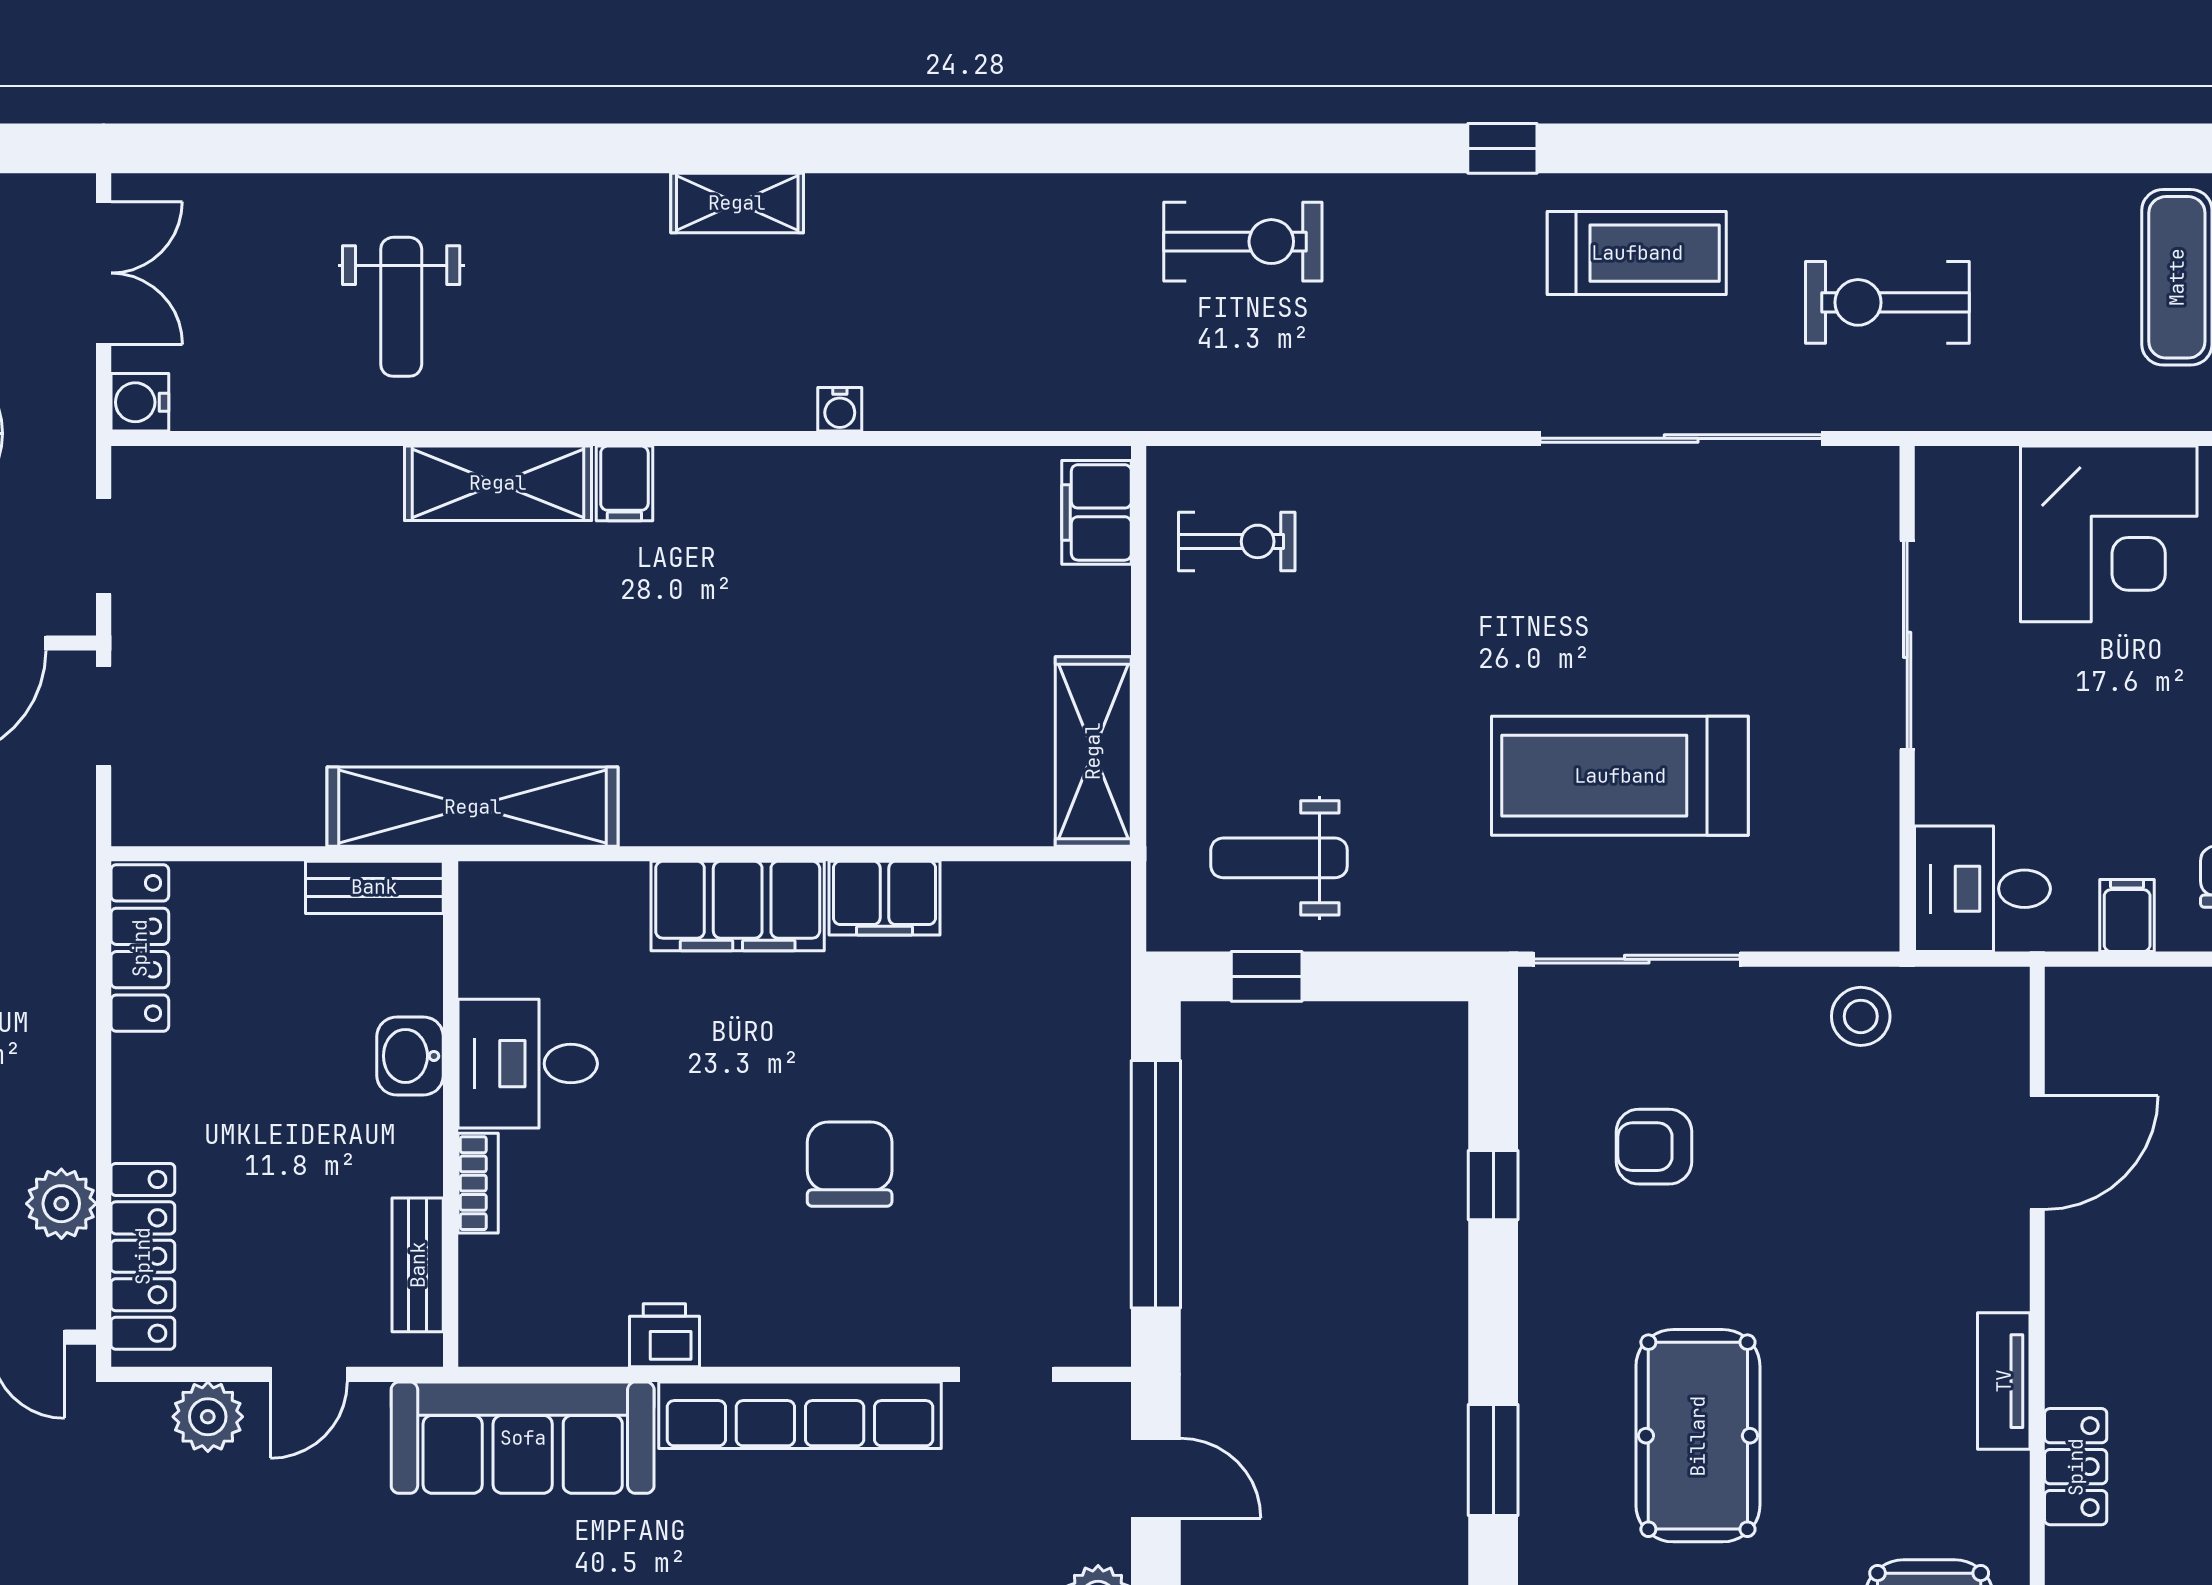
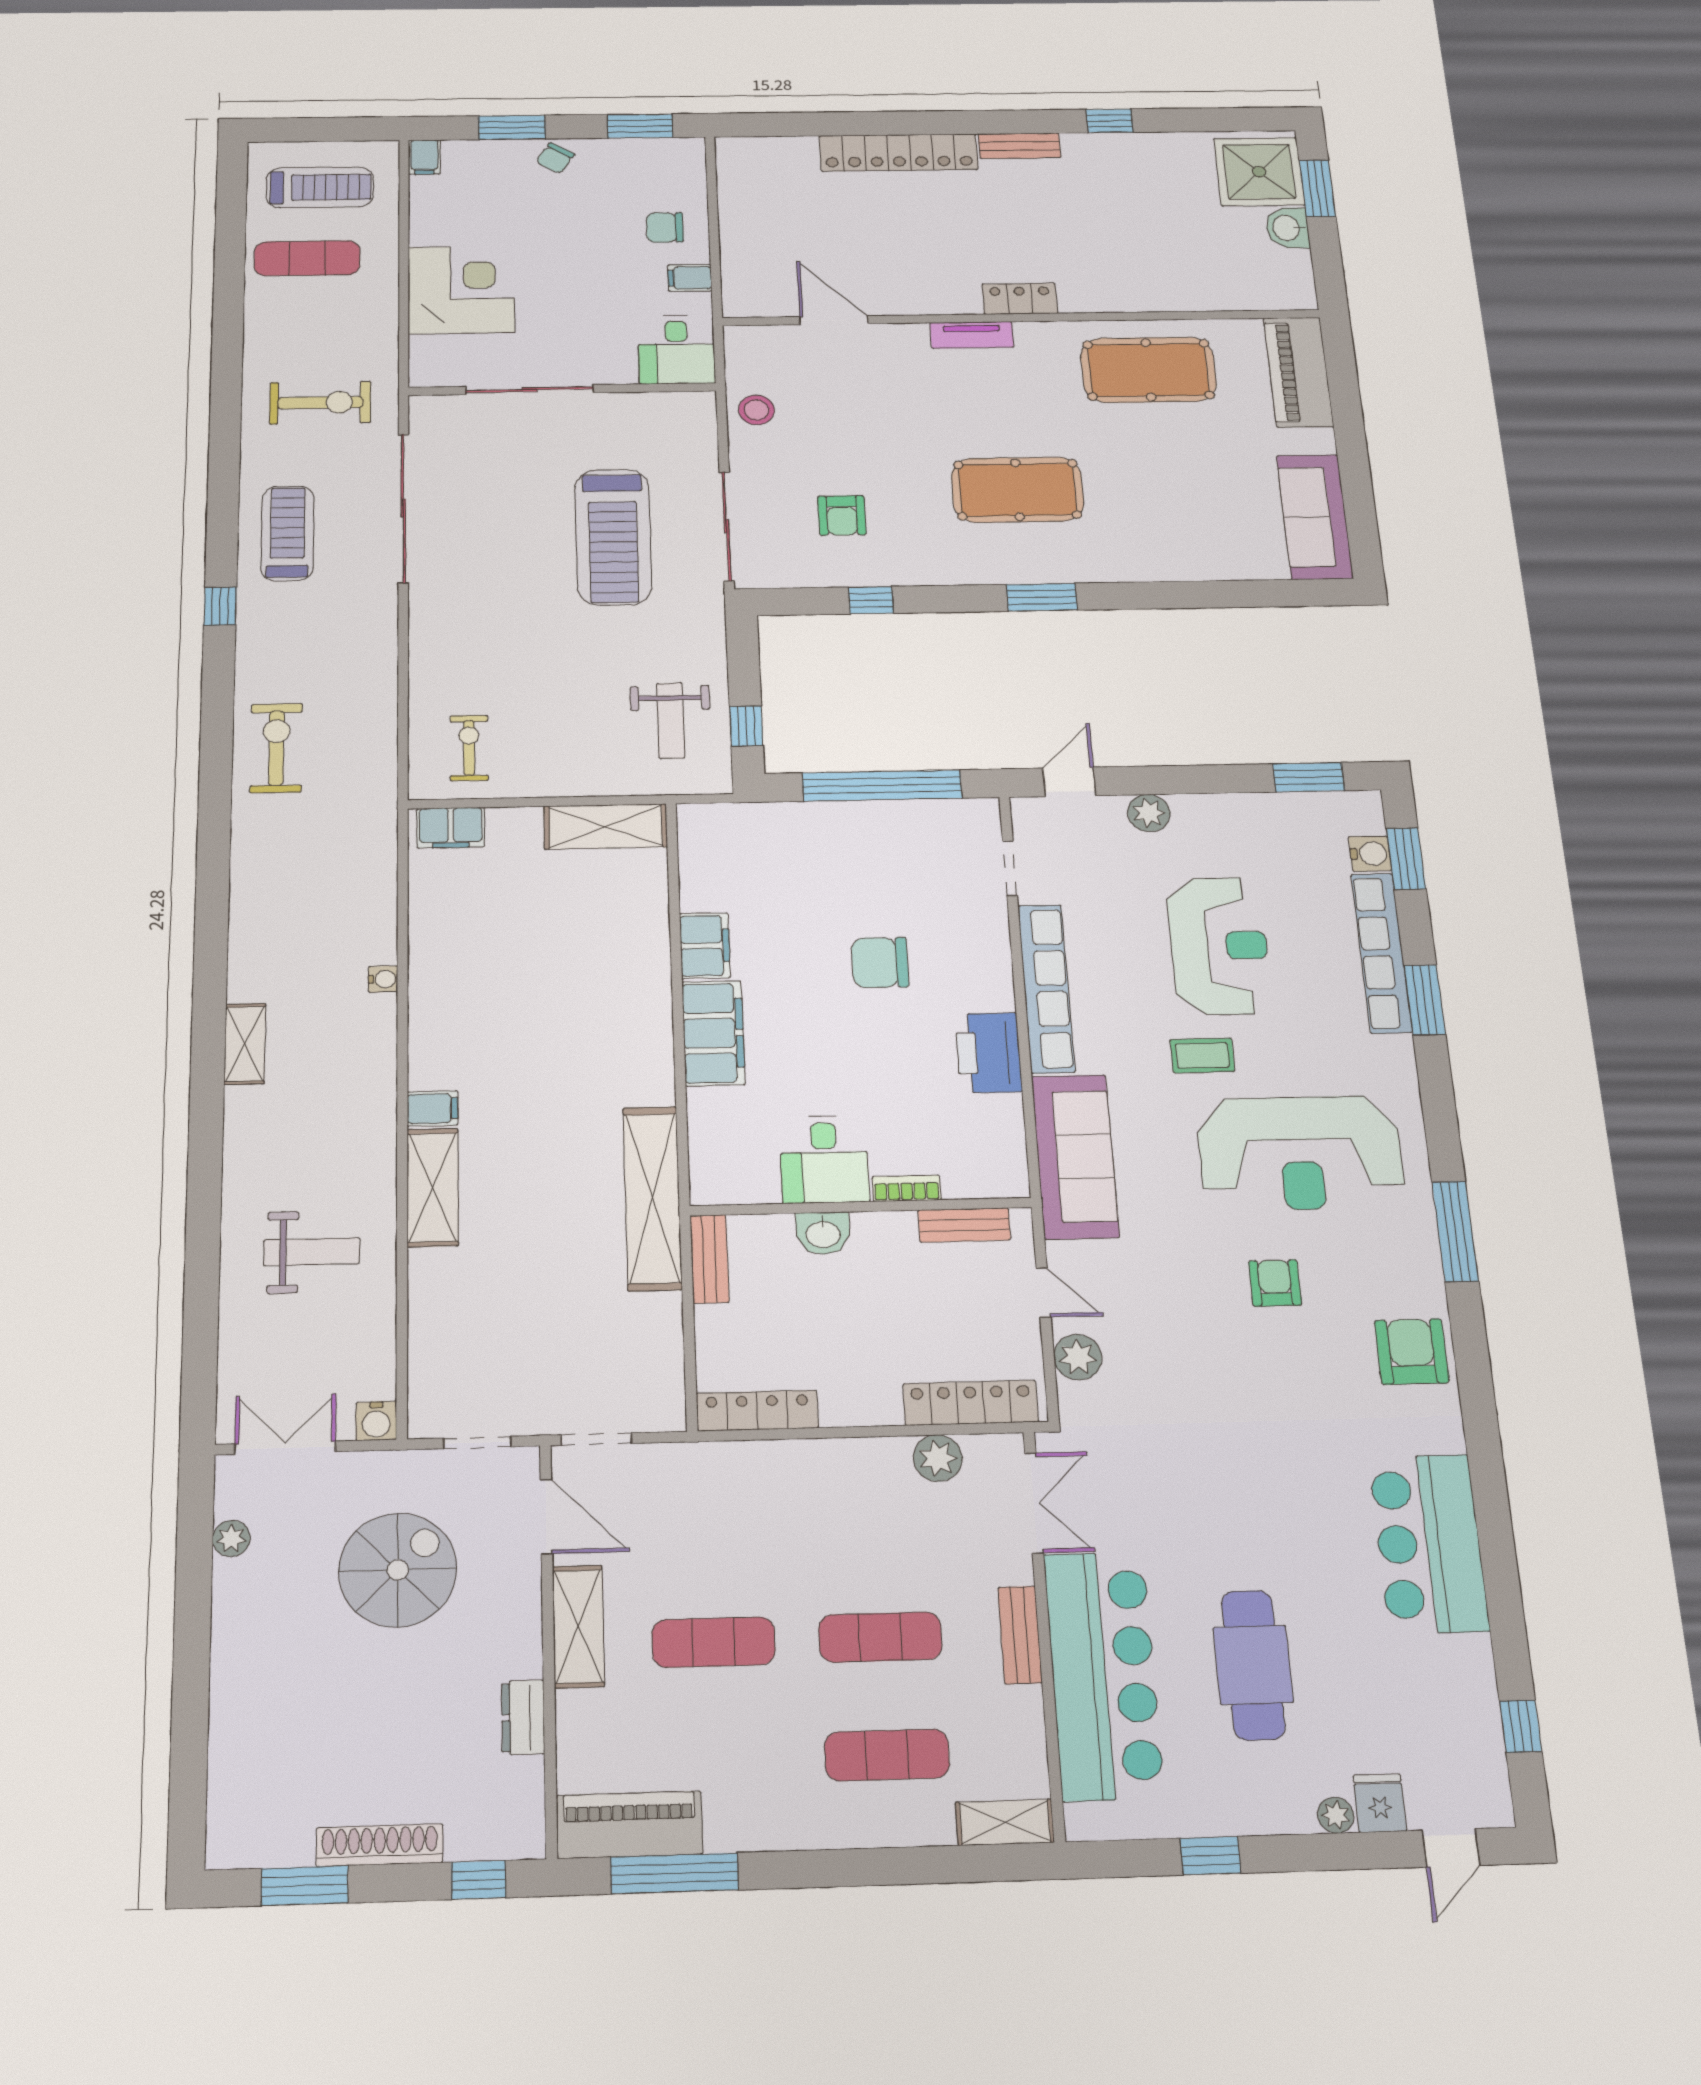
exercise bike: (1887, 302) -> (320, 403), turned -90
printer: (664, 1335) -> (989, 1053), width x1.87, depth x1.48

